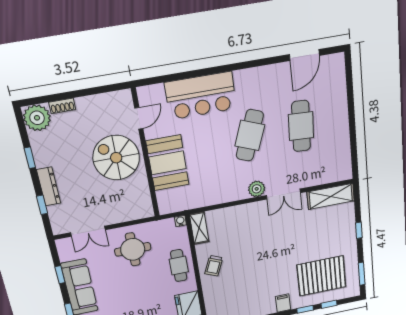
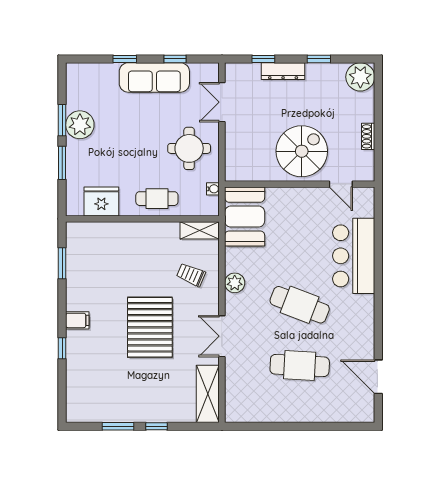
shoe rack: (62, 106) -> (368, 136), moved
booth: (168, 163) -> (245, 217), moved, turned 90
plant: (257, 189) -> (235, 283), moved
water cooler: (180, 221) -> (213, 189), moved
trolley: (214, 266) -> (191, 275), moved
window: (362, 274) -> (118, 426), moved
pallet: (321, 276) -> (150, 327), moved
window: (329, 304) -> (62, 380), removed

